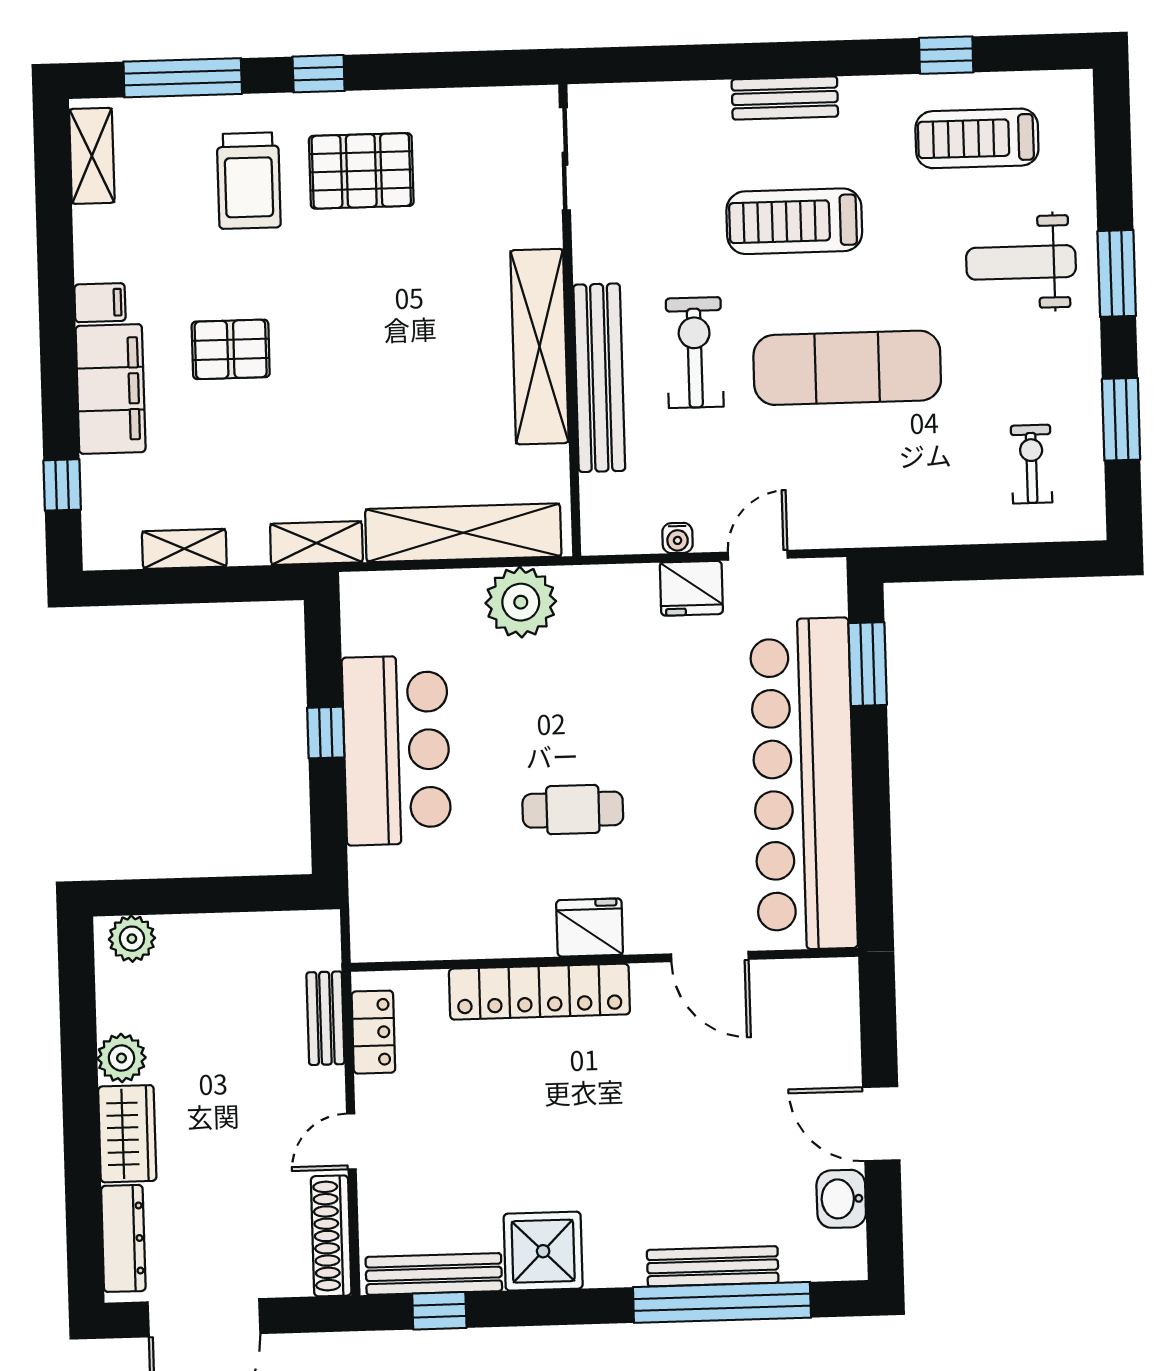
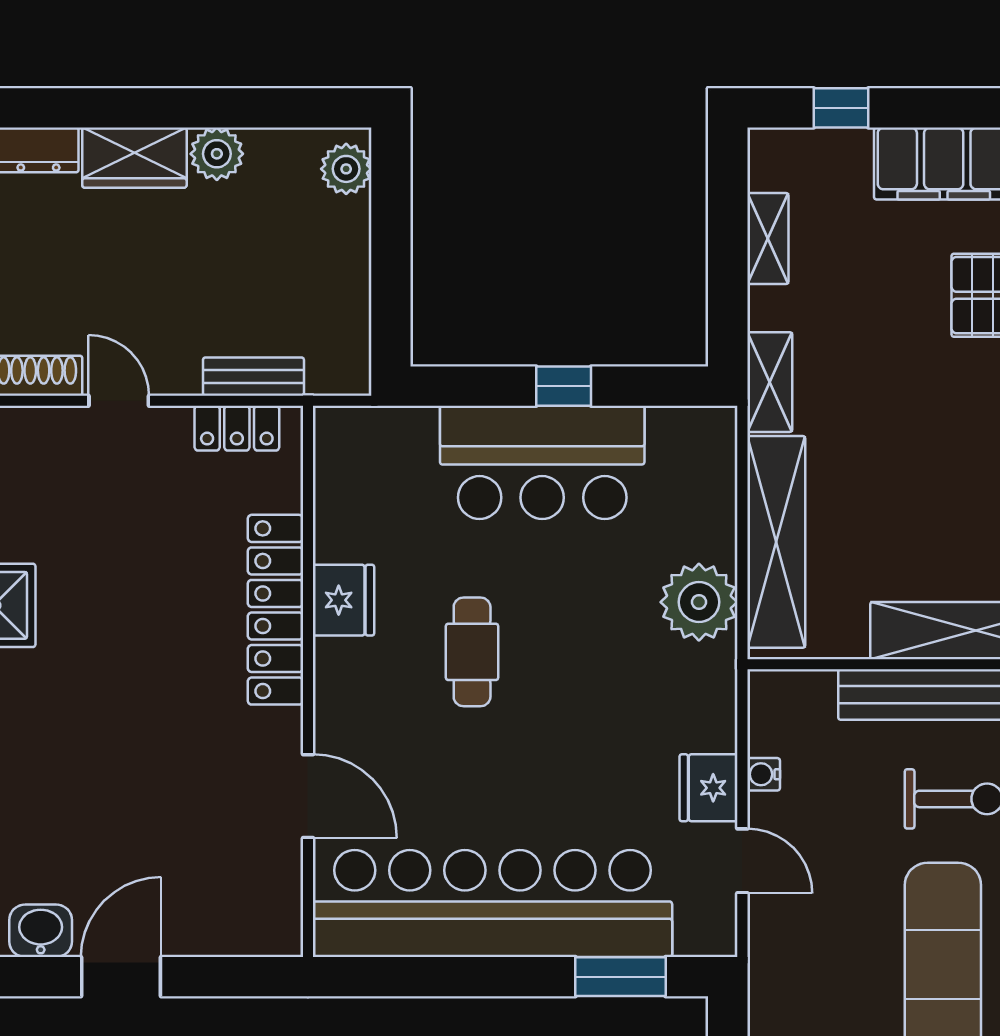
fridge: (590, 927) -> (343, 600), moved
door: (710, 957) -> (308, 796), swing flipped

